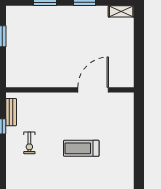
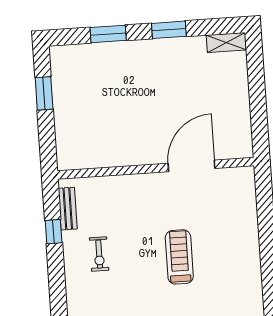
treadmill: (81, 148) -> (179, 257), turned 90

